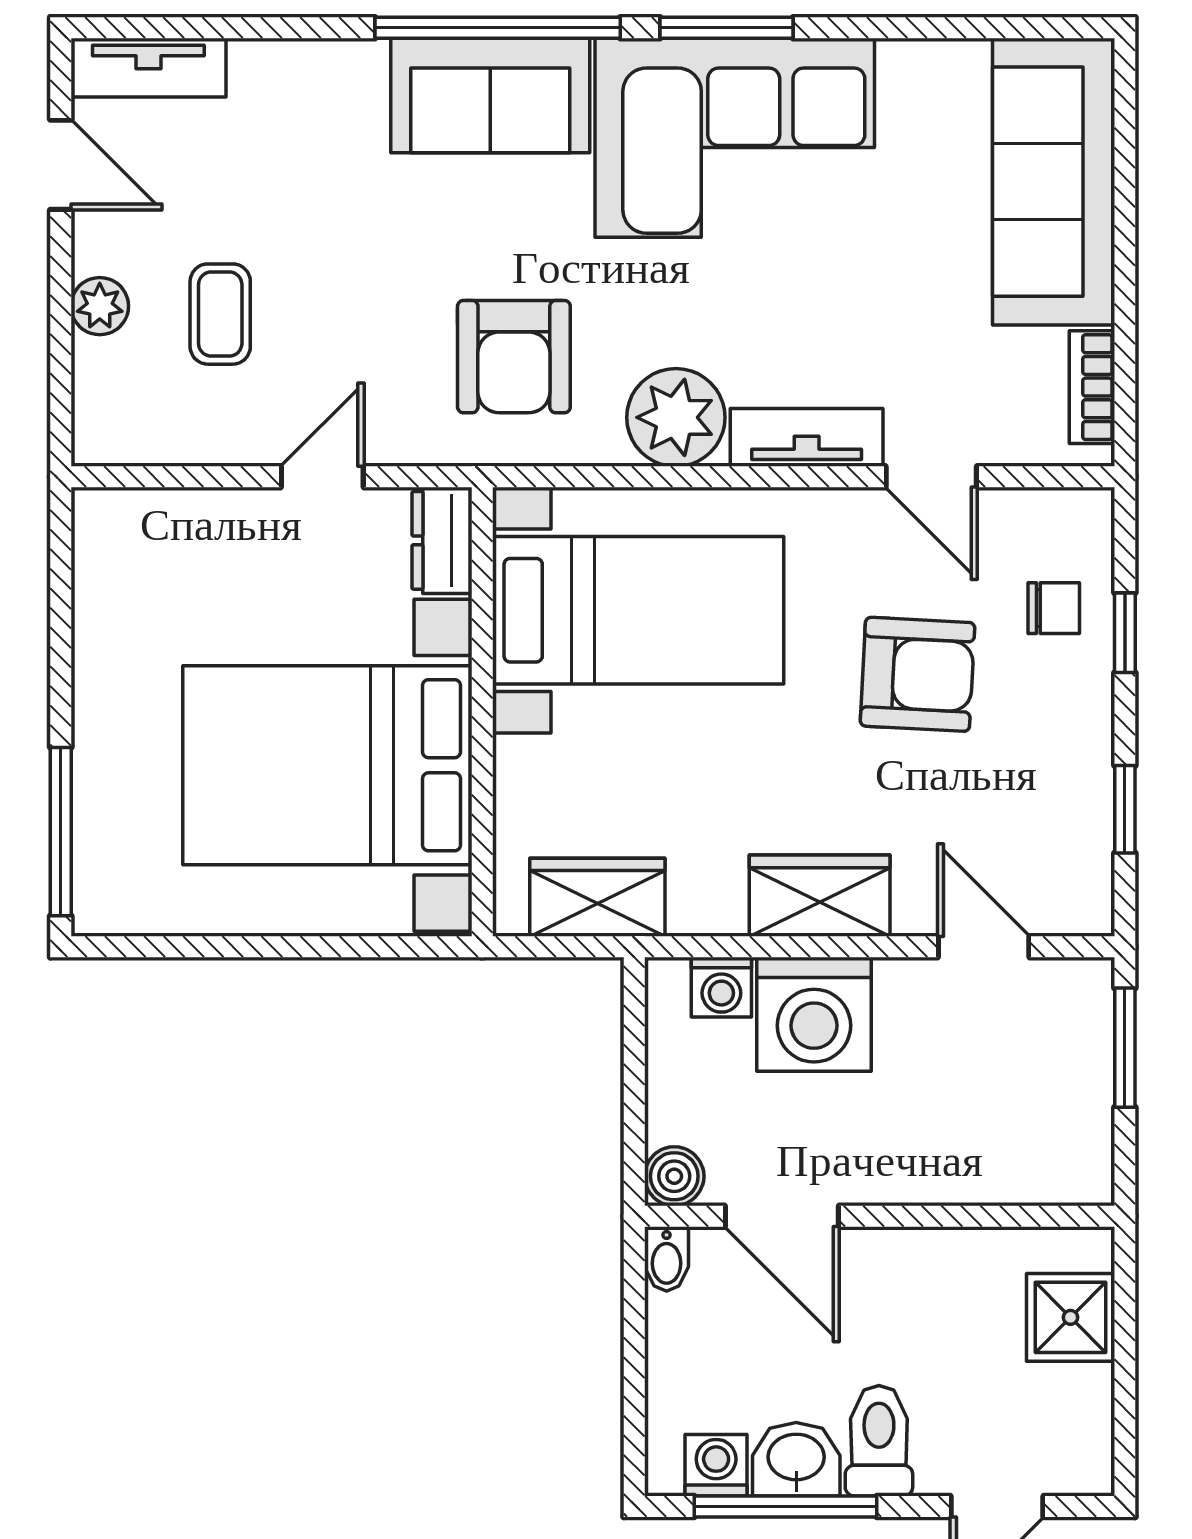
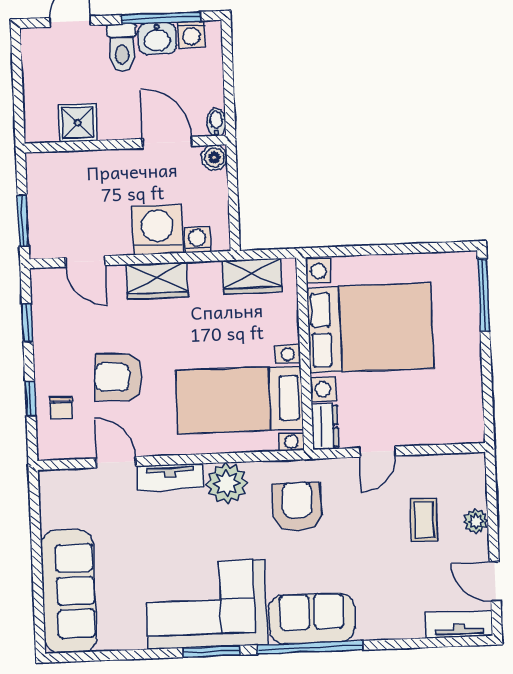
bookcase: (1092, 387) -> (49, 504), removed
chair: (1054, 608) -> (61, 408), turned -90
shower: (1071, 1317) -> (78, 123), moved

